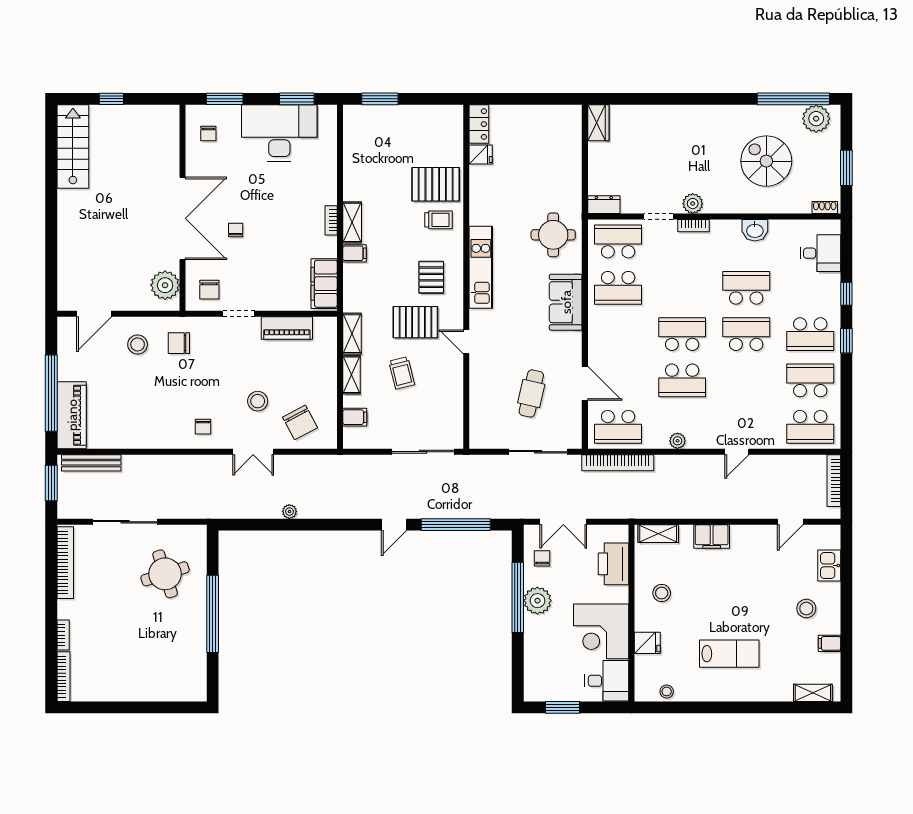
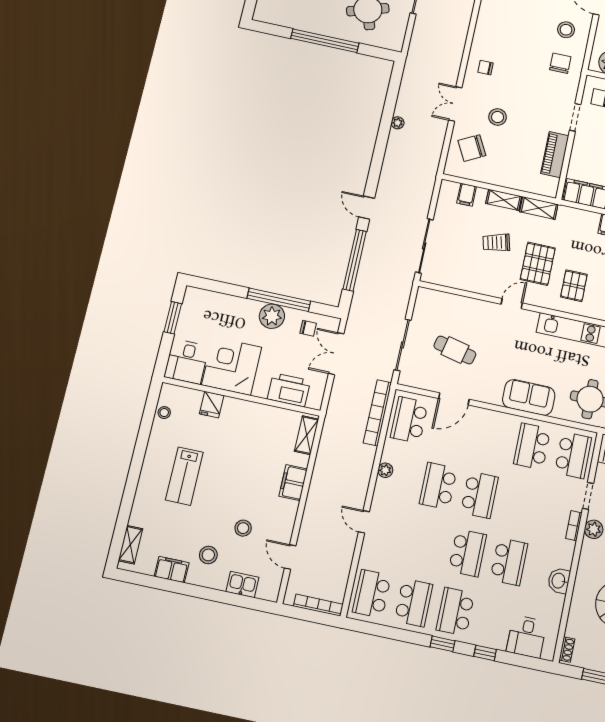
pallet: (431, 277) -> (574, 286), turned 90
stool: (662, 593) -> (243, 528), moved
filing cabinet: (829, 643) -> (172, 570), width x2.00

